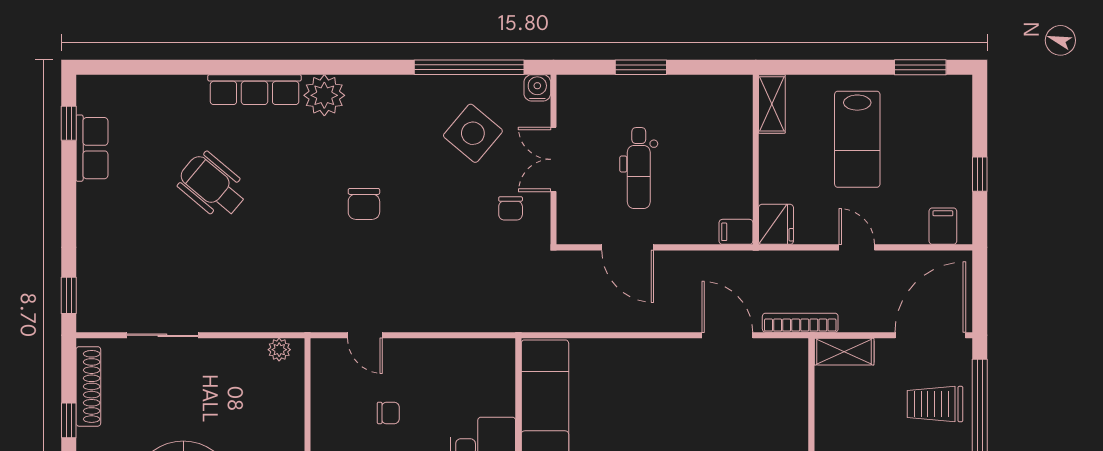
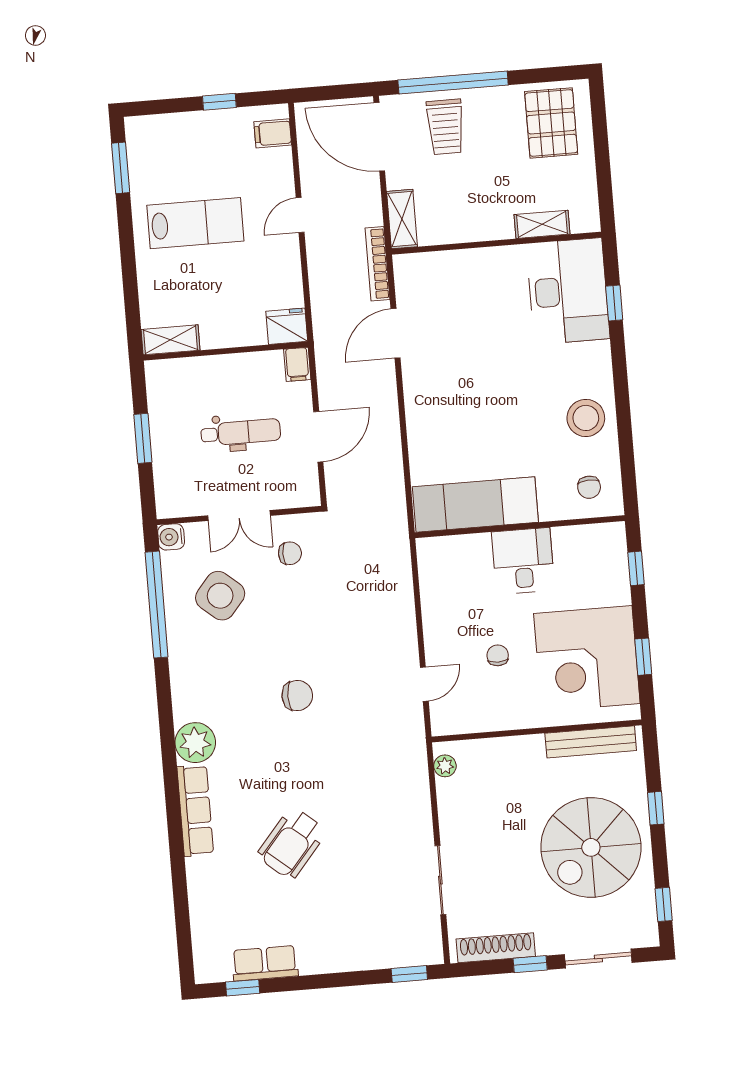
shelving: (772, 104) -> (171, 340), moved
wall: (756, 159) -> (226, 351), moved
fridge: (776, 224) -> (287, 326), moved
filing cabinet: (736, 232) -> (297, 364), moved

